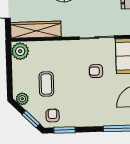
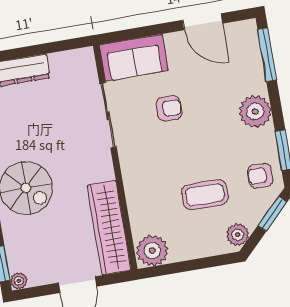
armchair: (96, 71) -> (169, 108), turned -89
plant: (88, 118) -> (255, 111), added

